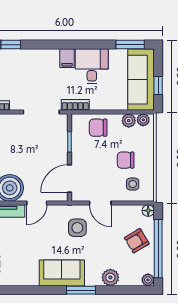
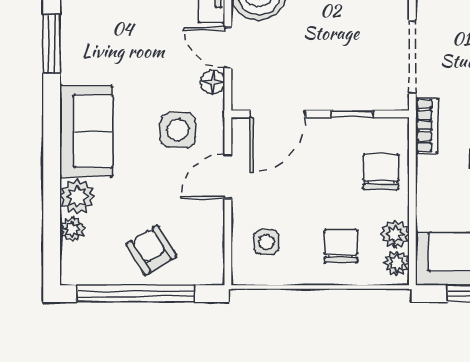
chair: (126, 160) -> (341, 246), moved
door: (69, 178) -> (278, 114), swing flipped
floor lamp: (148, 211) -> (213, 82), moved
sofa: (62, 273) -> (86, 131), moved
plant: (148, 280) -> (72, 229), moved
window: (81, 290) -> (52, 44), moved

